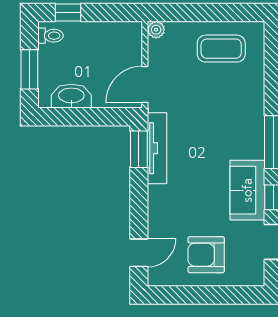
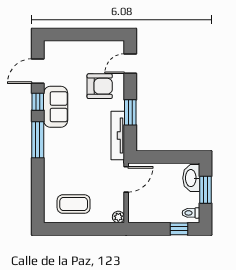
washbasin: (71, 96) -> (191, 178), moved, turned 90
window: (139, 149) -> (130, 112), moved
armchair: (206, 255) -> (100, 86), moved

